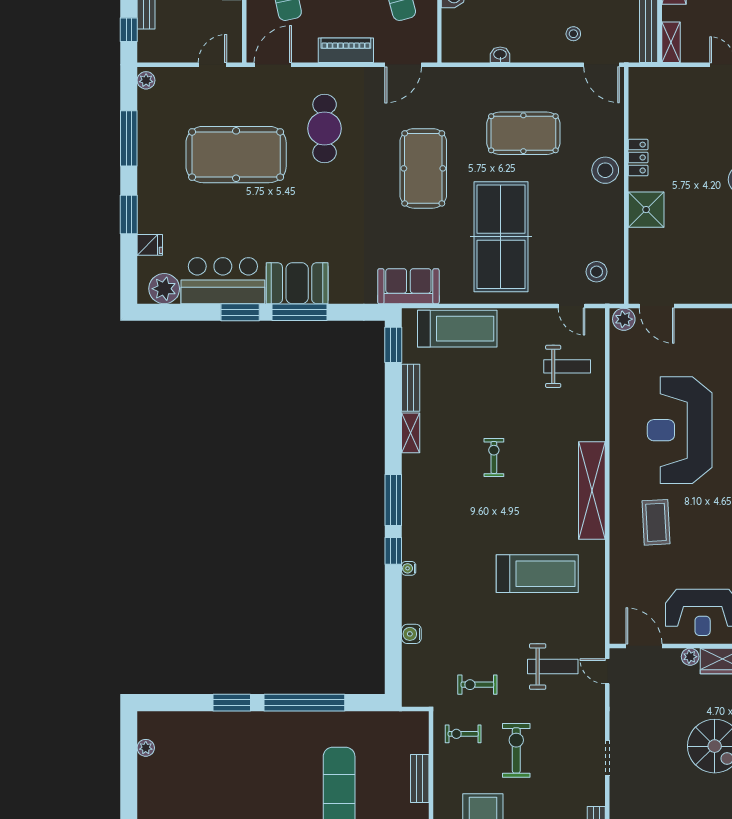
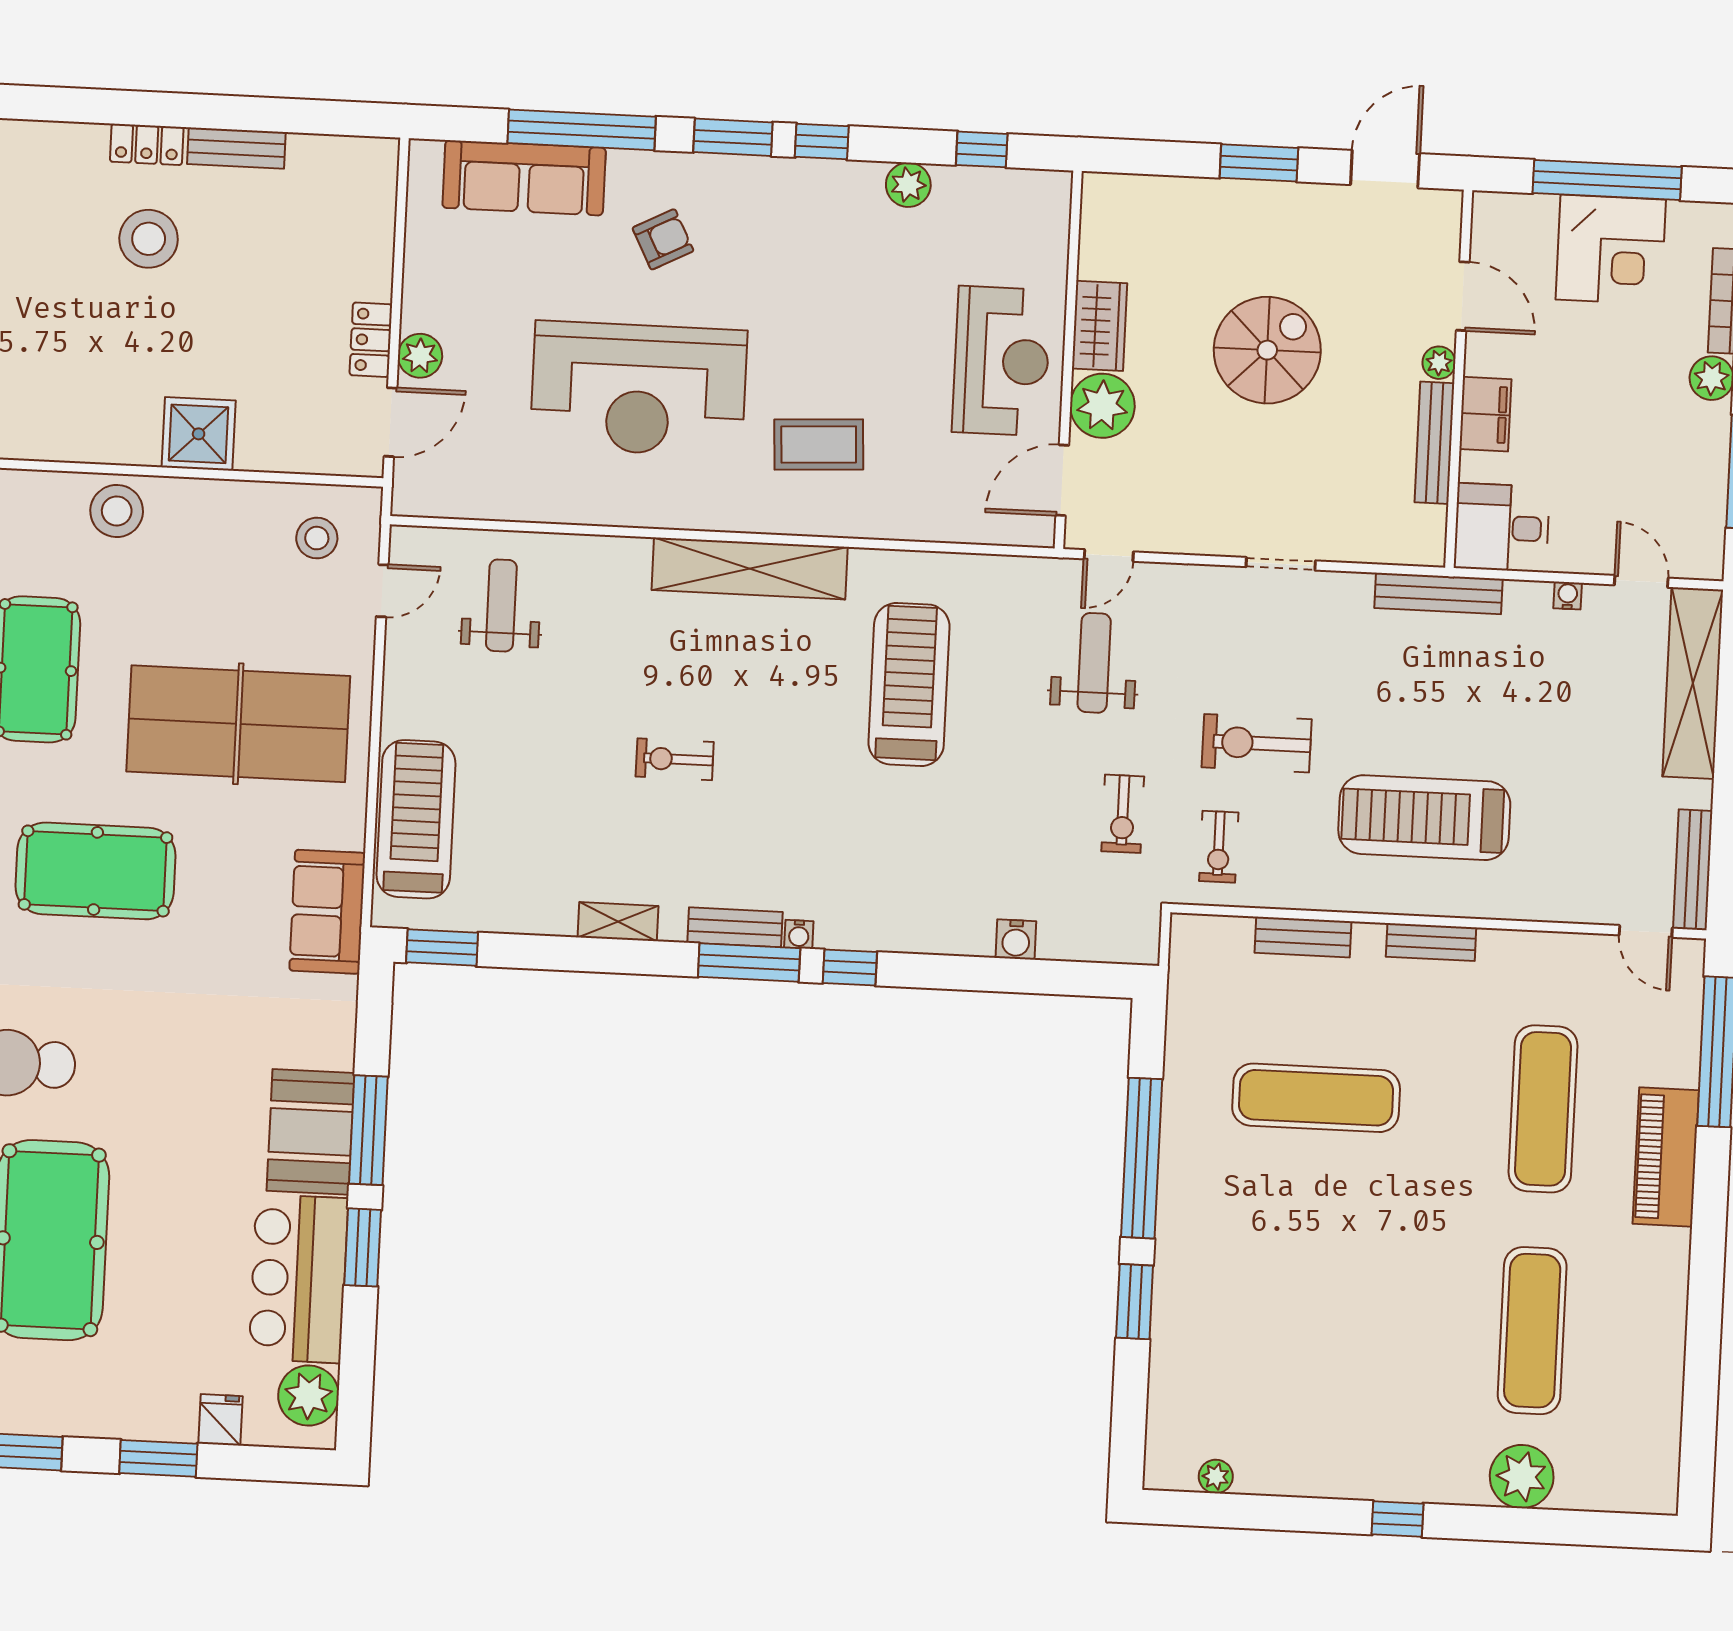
locker: (638, 158) -> (371, 340), moved, turned -90
plant: (624, 319) -> (420, 356), moved
bench: (411, 388) -> (735, 927), moved
water cooler: (409, 568) -> (799, 934), moved
plant: (690, 657) -> (1102, 406), width x1.88, depth x1.88

